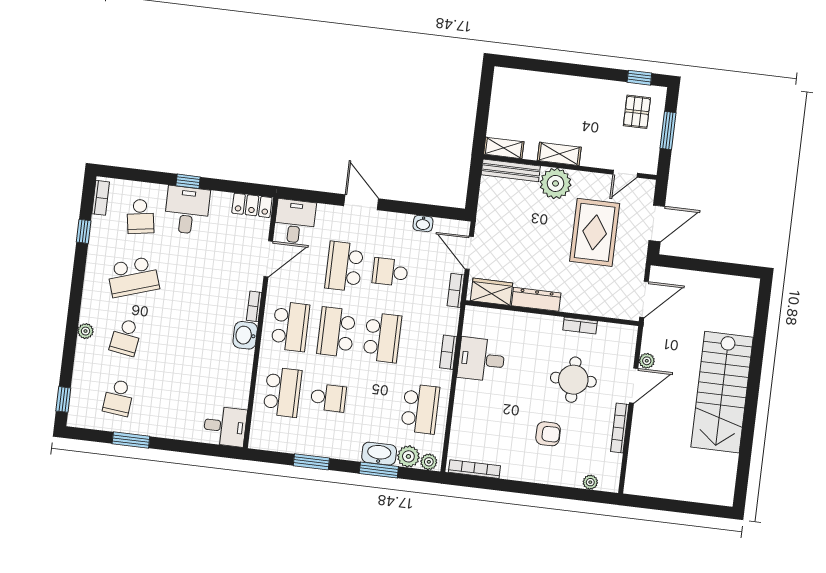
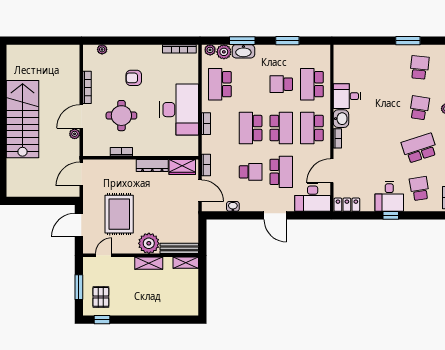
desk: (295, 221) -> (313, 198), width x1.37
desk: (481, 359) -> (179, 110), width x1.87, depth x1.30
desk: (225, 426) -> (347, 96), moved

